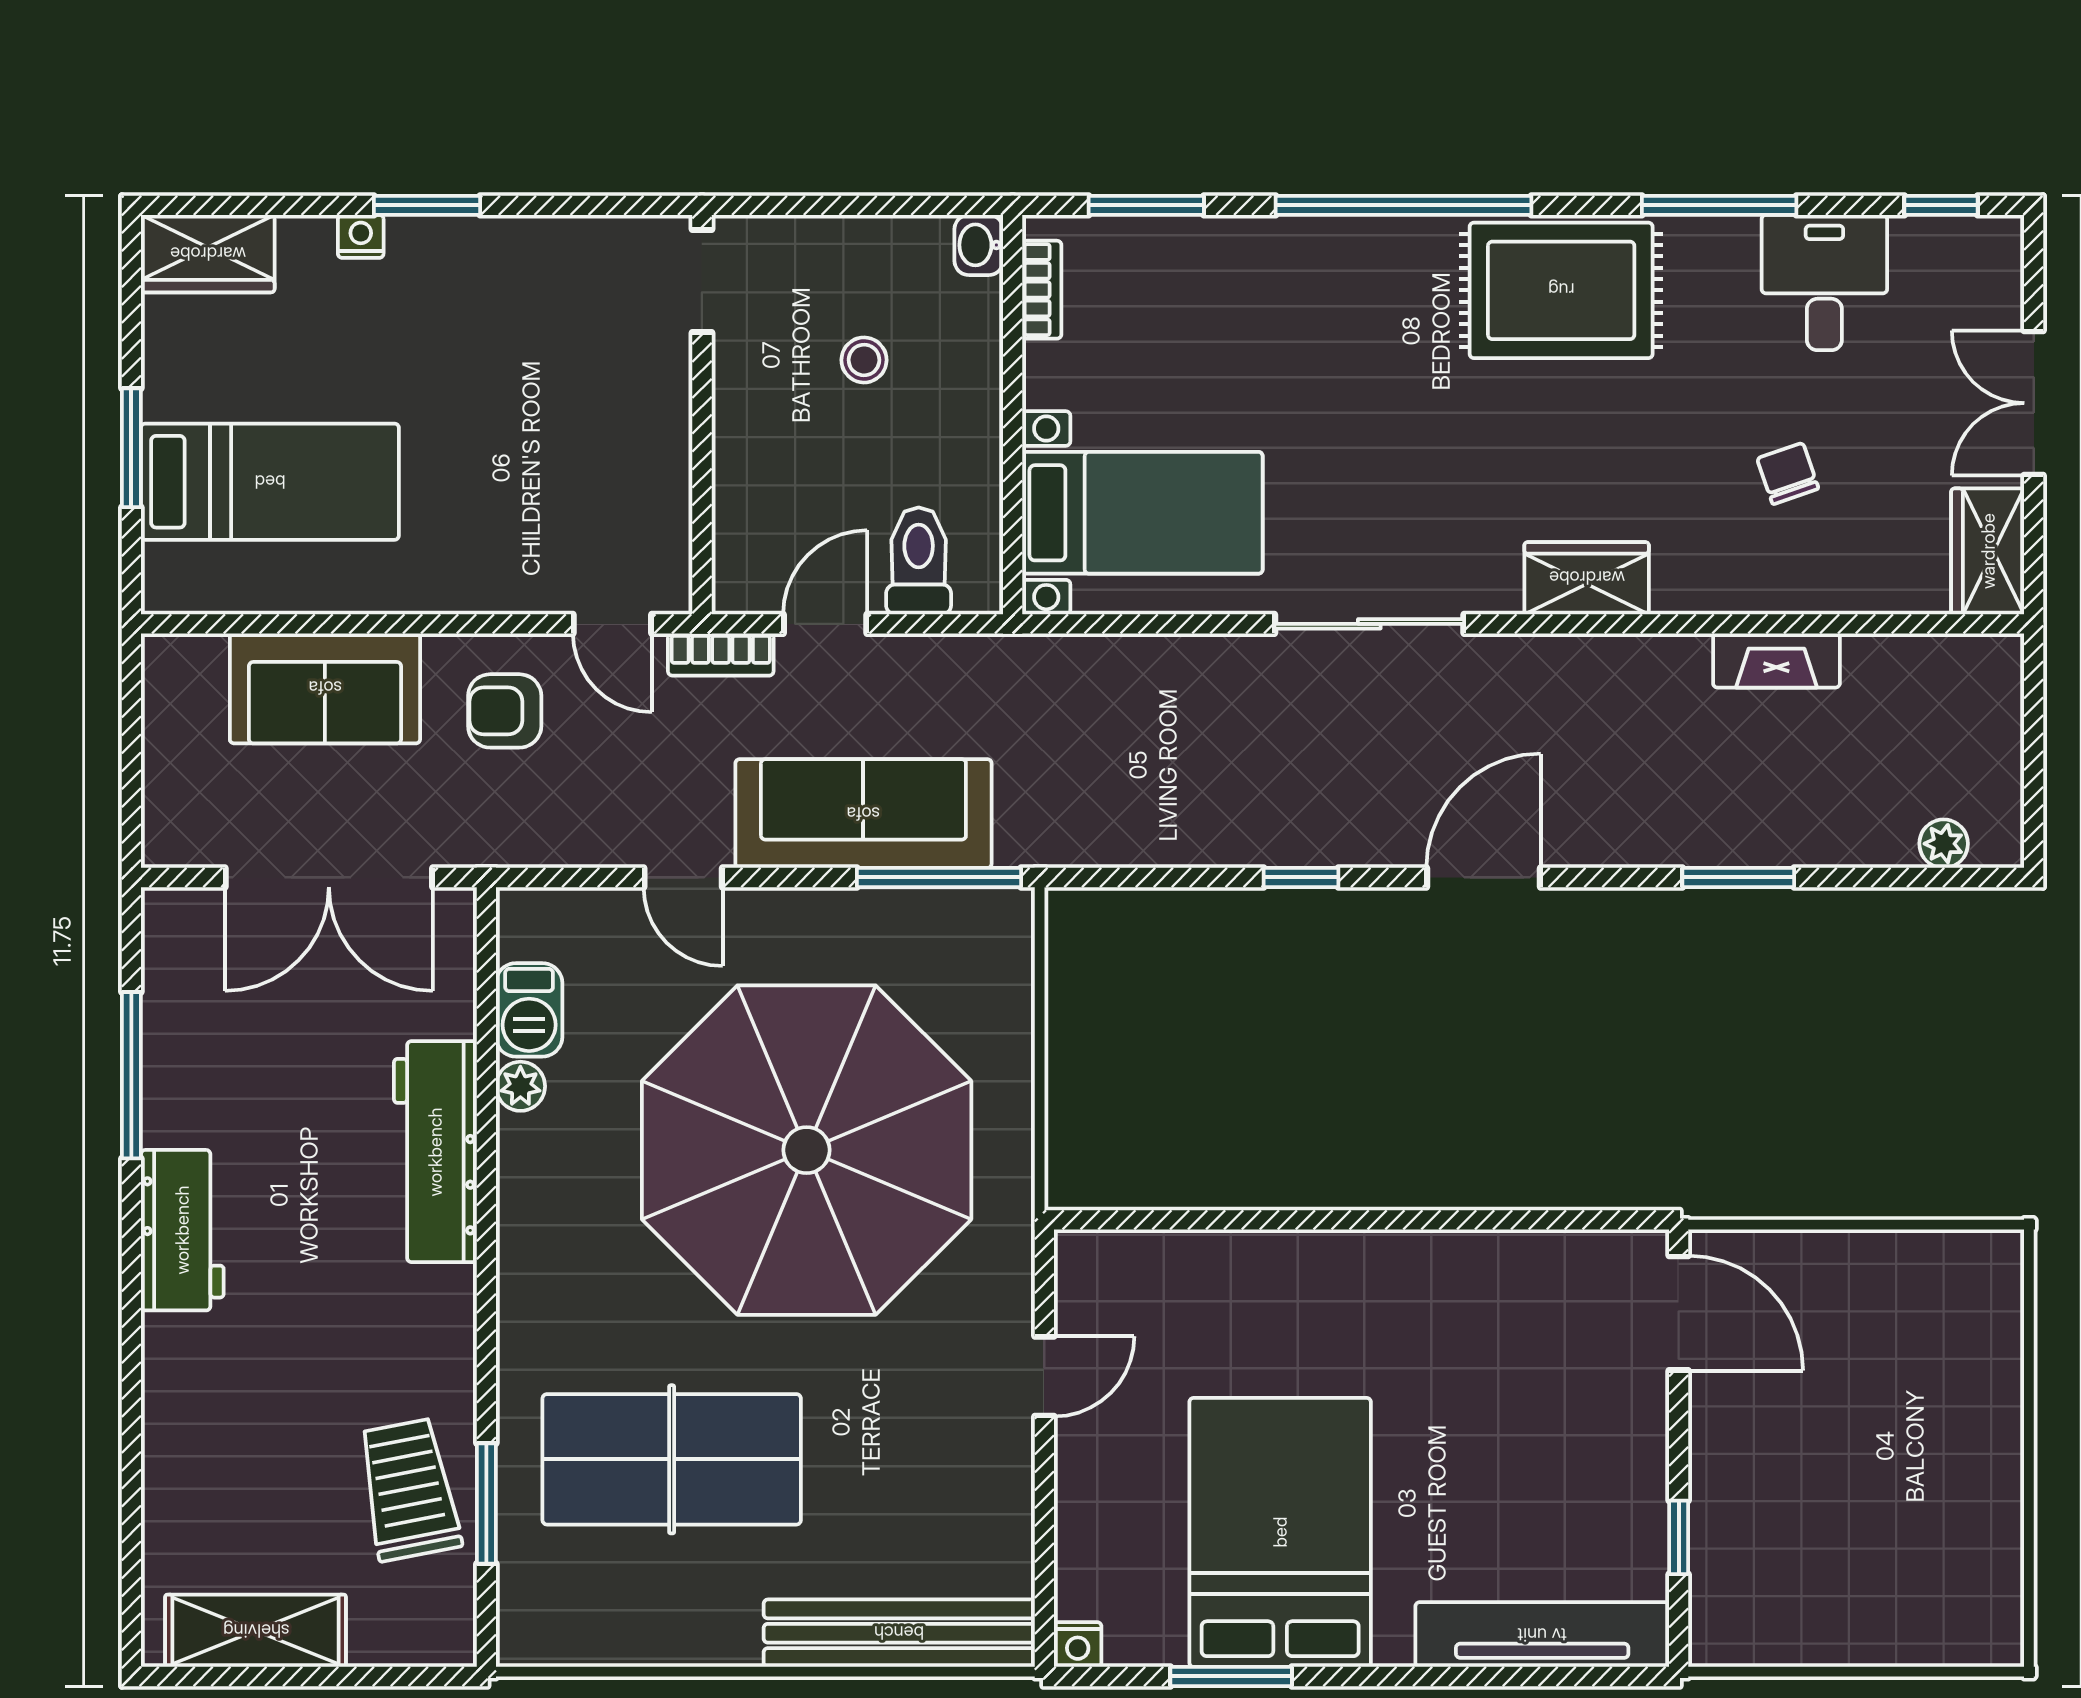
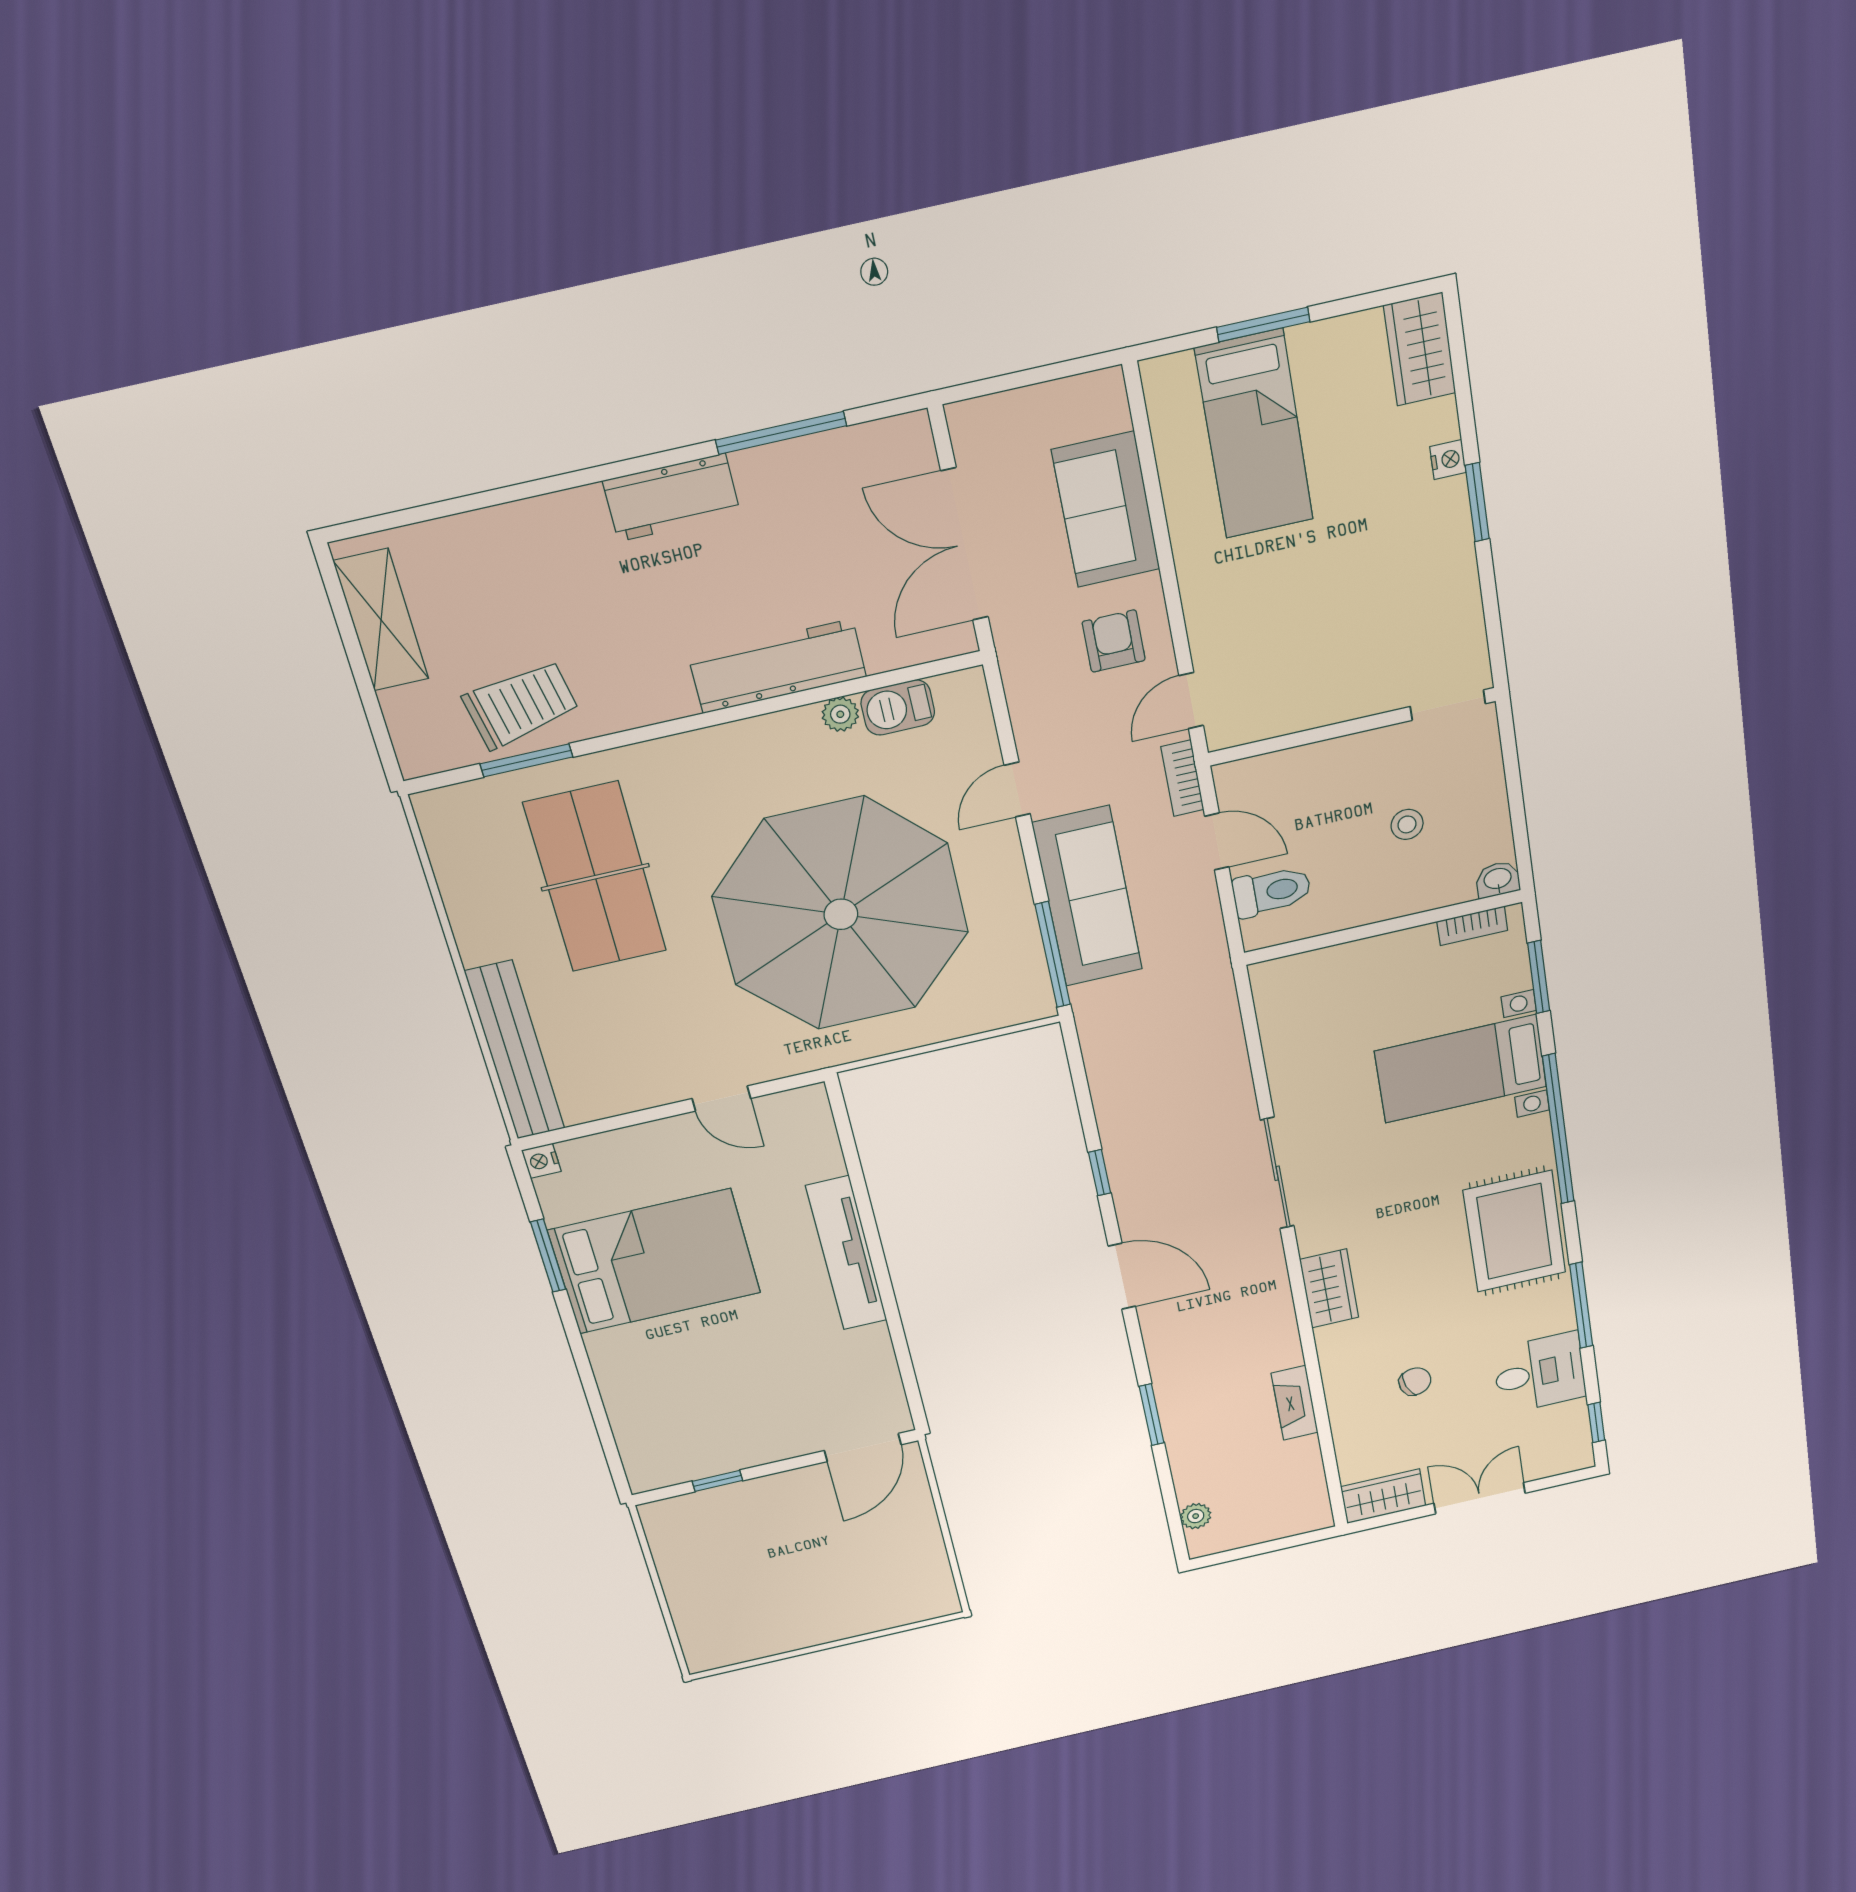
bed with nightstands: (1142, 513) -> (1461, 1069), moved, turned 90
tv unit: (1542, 1635) -> (847, 1253), moved, turned 180

